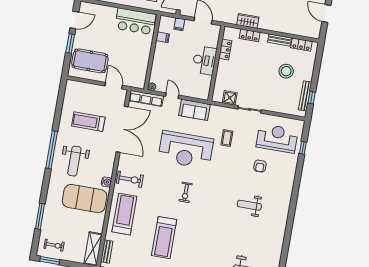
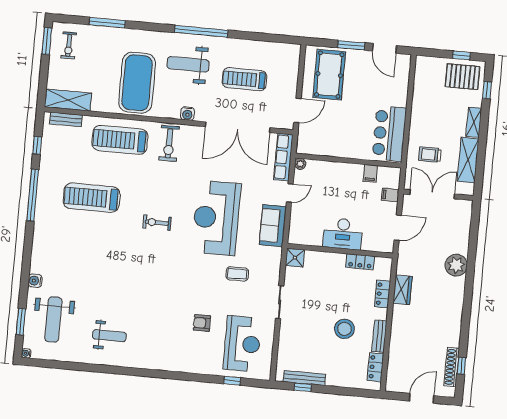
stool: (286, 71) -> (344, 329), moved
shower: (230, 98) -> (295, 258), moved
treadmill: (88, 122) -> (244, 79), turned -90
water cooler: (107, 182) -> (187, 114), moved
weight bench: (249, 205) -> (109, 336), moved, turned 90
treadmill: (124, 214) -> (120, 140), turned 180

